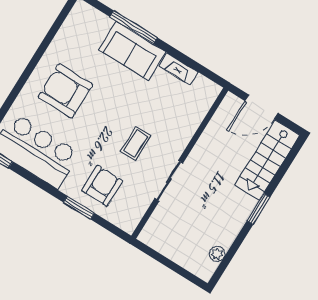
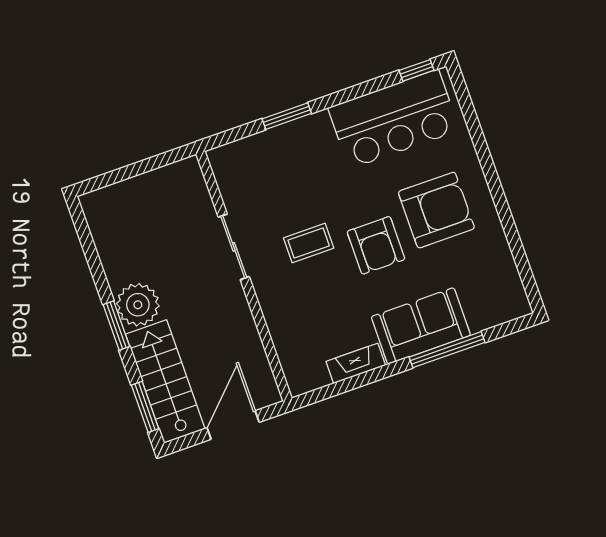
coffee table: (136, 143) -> (309, 243), turned 90
window: (289, 160) -> (145, 407), added
armchair: (102, 186) -> (376, 245), moved
plant: (217, 254) -> (138, 305), moved, width x1.87, depth x1.87

